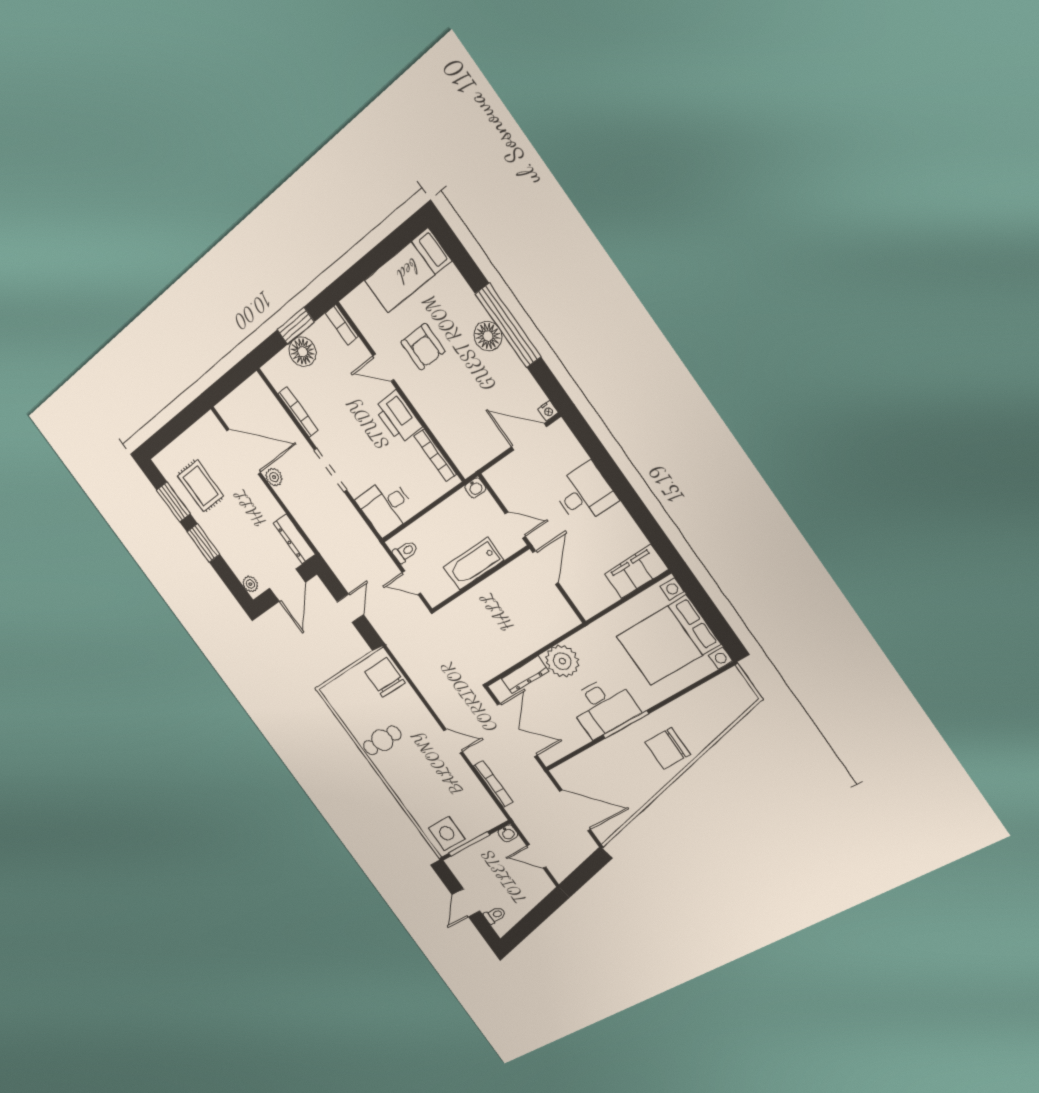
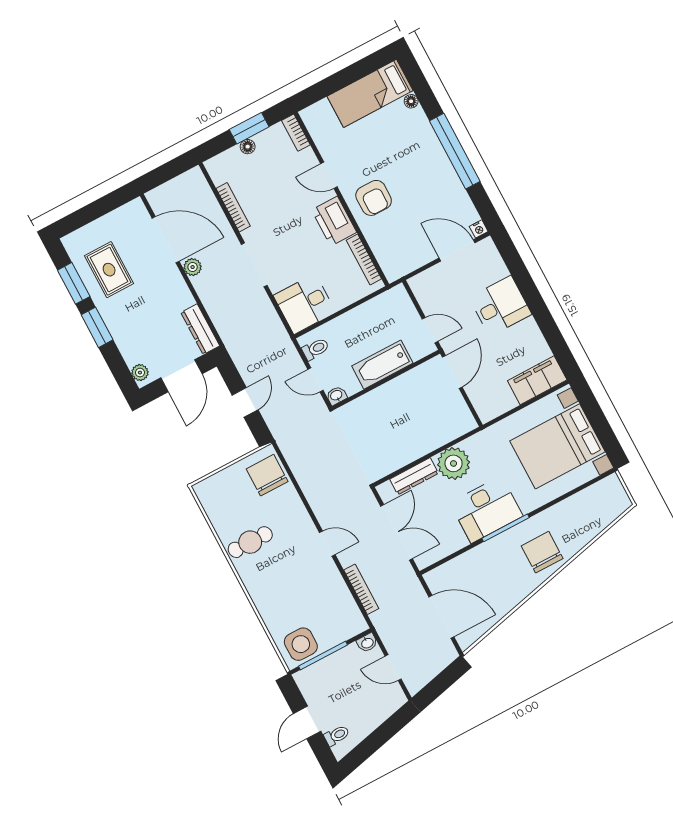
floor lamp: (488, 336) -> (411, 101), moved, width x0.53, depth x0.53
armchair: (423, 347) -> (374, 198), moved
floor lamp: (303, 352) -> (248, 147), width x0.53, depth x0.53
washbasin: (475, 488) -> (336, 396), moved, turned 180
chair: (667, 748) -> (542, 552), turned 90

